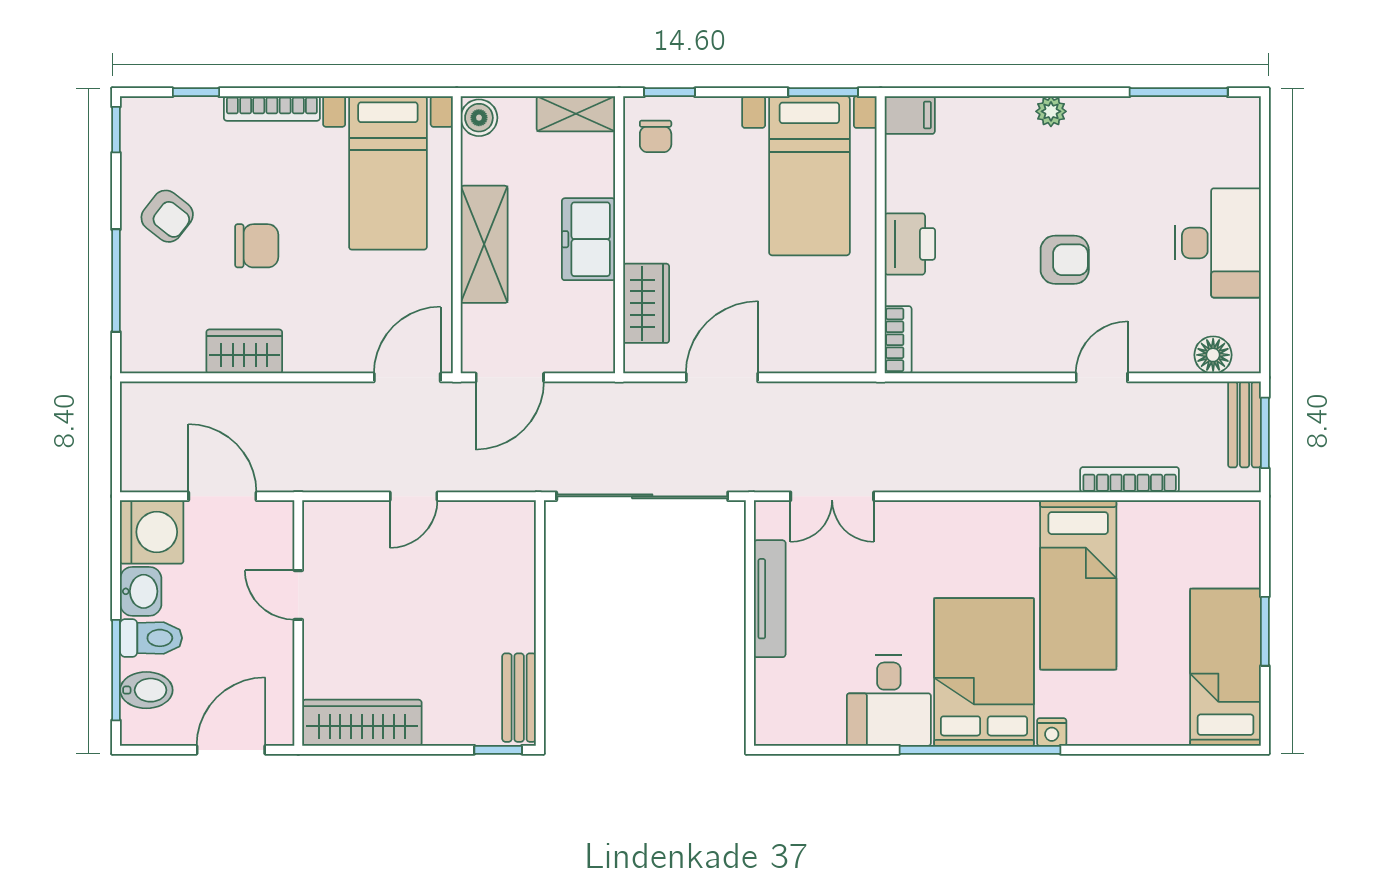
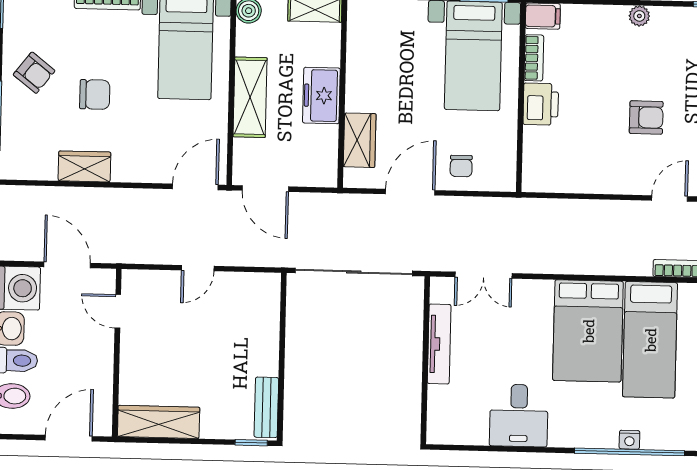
chair: (656, 136) -> (461, 166), moved
bookcase: (898, 340) -> (534, 58), moved
door: (510, 377) -> (265, 189), hinge flipped
door: (298, 595) -> (118, 311), moved
bed: (984, 672) -> (588, 331), moved, turned 180
window: (980, 750) -> (629, 452), moved

